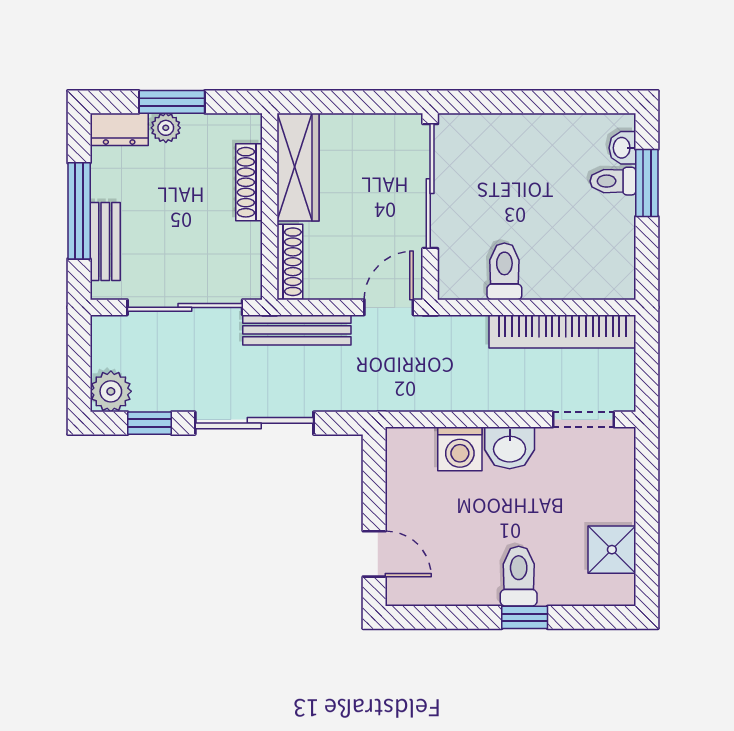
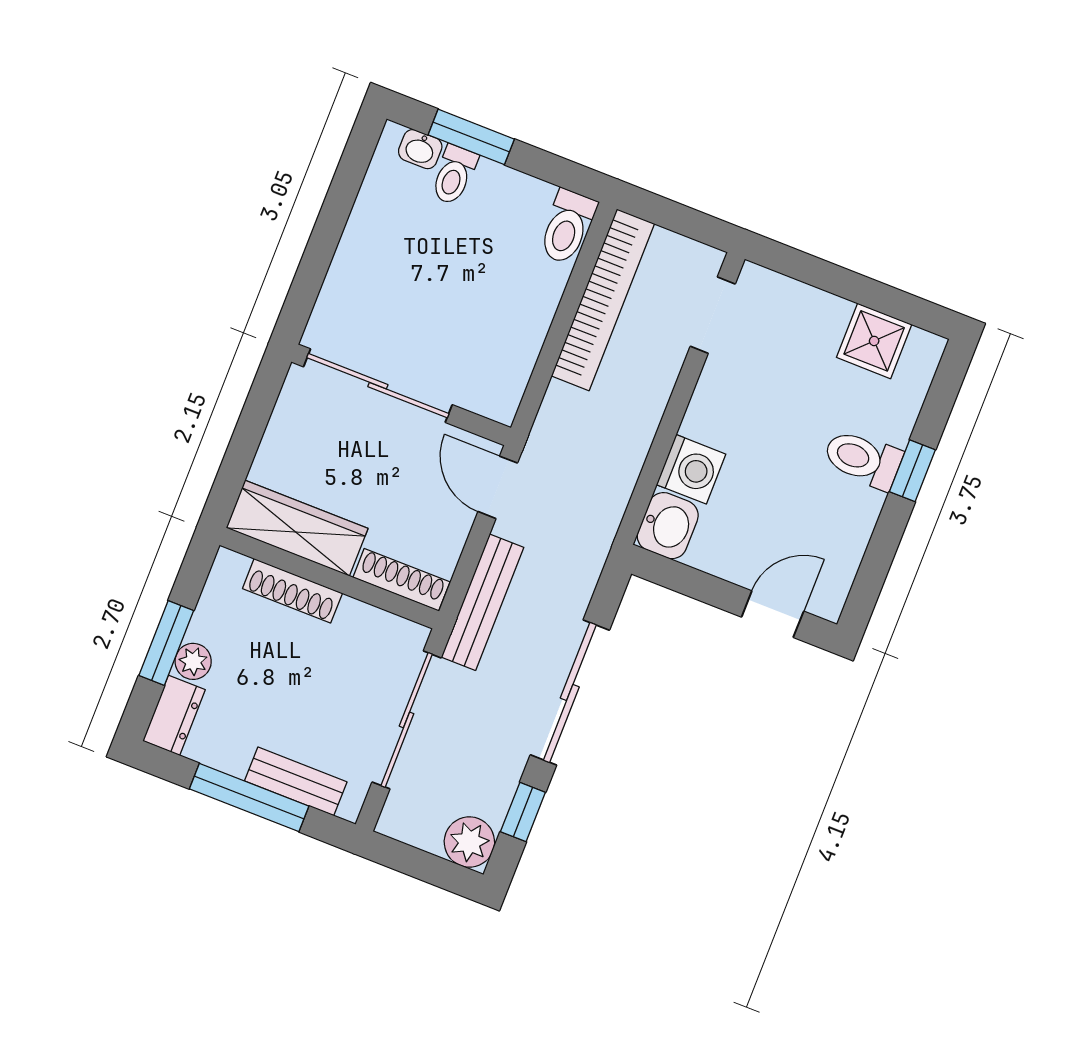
toilet: (504, 271) -> (567, 227), moved, turned -90
washbasin: (510, 448) -> (668, 526), moved

